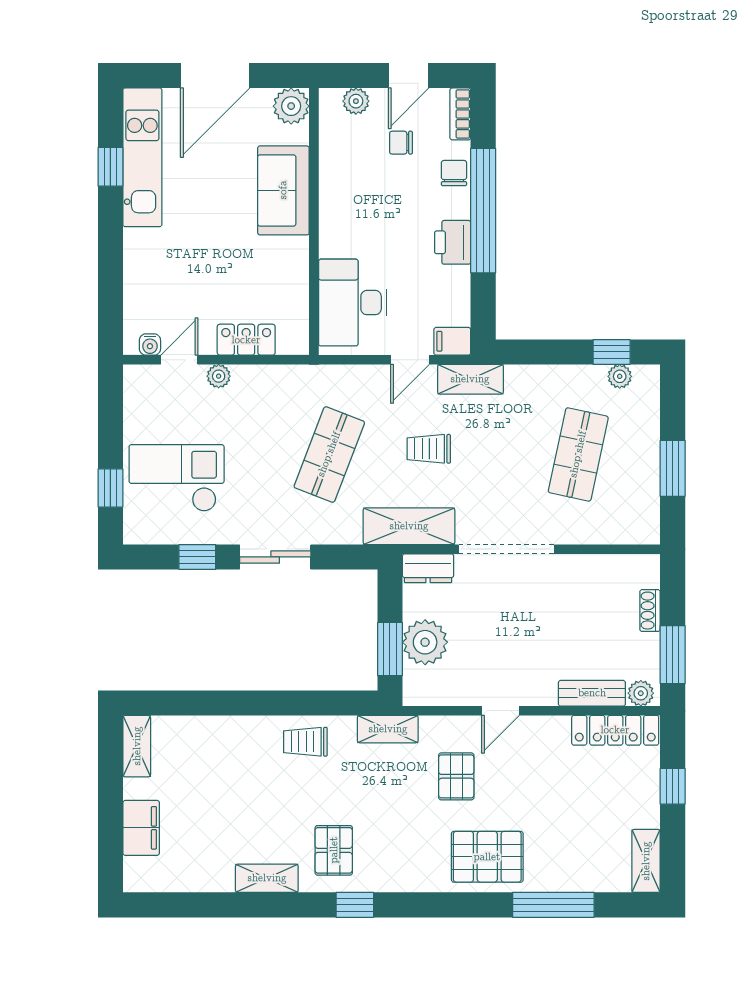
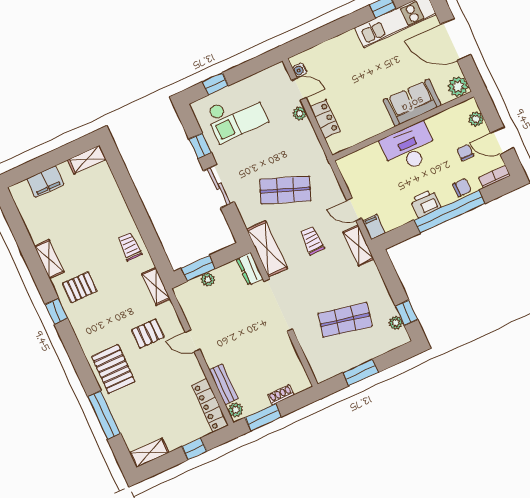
desk: (353, 303) -> (409, 148), moved
checkout: (177, 478) -> (236, 116), turned 90
plant: (425, 642) -> (208, 280), width x0.53, depth x0.53

